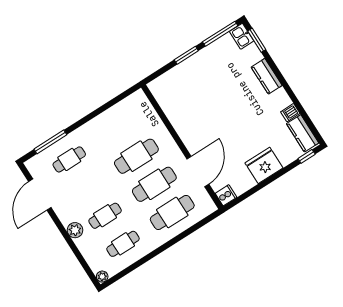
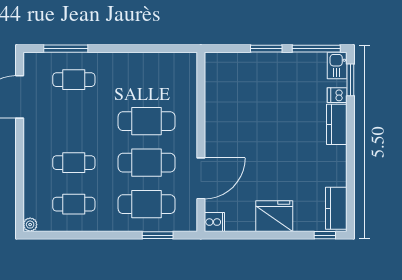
dishwasher: (290, 113) -> (337, 95), moved
window: (193, 229) -> (158, 235), added
plant: (75, 230) -> (33, 158), removed

